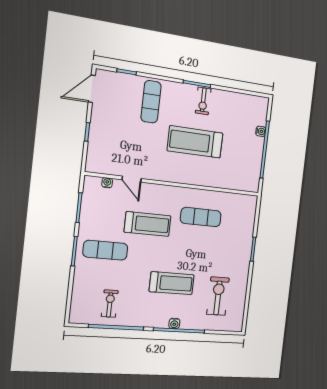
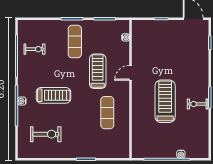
exercise mat: (151, 102) -> (191, 63), removed
door: (132, 179) -> (130, 73), moved
treadmill: (148, 224) -> (98, 71), turned 180
treadmill: (172, 283) -> (53, 95), turned -90

